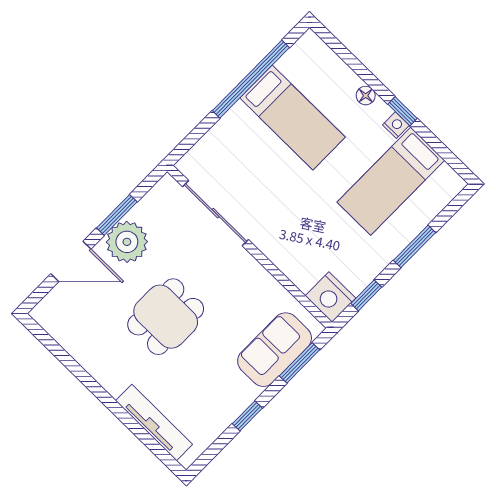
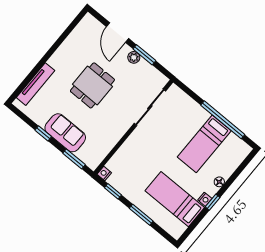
plant: (127, 242) -> (134, 57), width x0.53, depth x0.53
nightstand: (330, 297) -> (104, 173), width x0.53, depth x0.56
dining table: (166, 317) -> (92, 85), turned 90
sofa: (275, 350) -> (65, 133), moved

